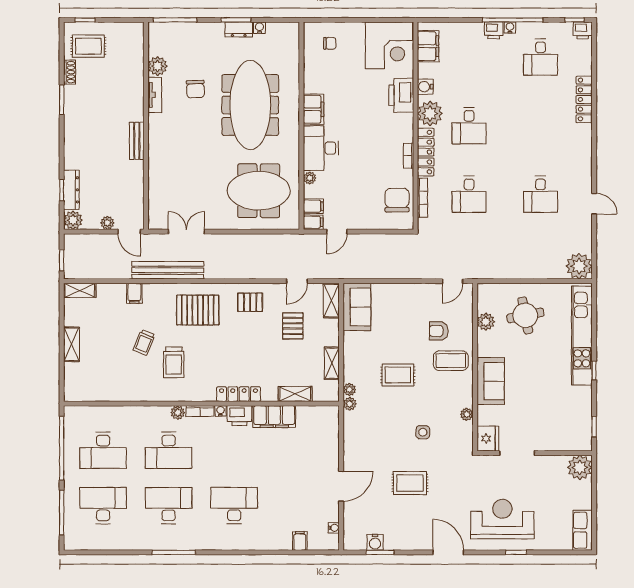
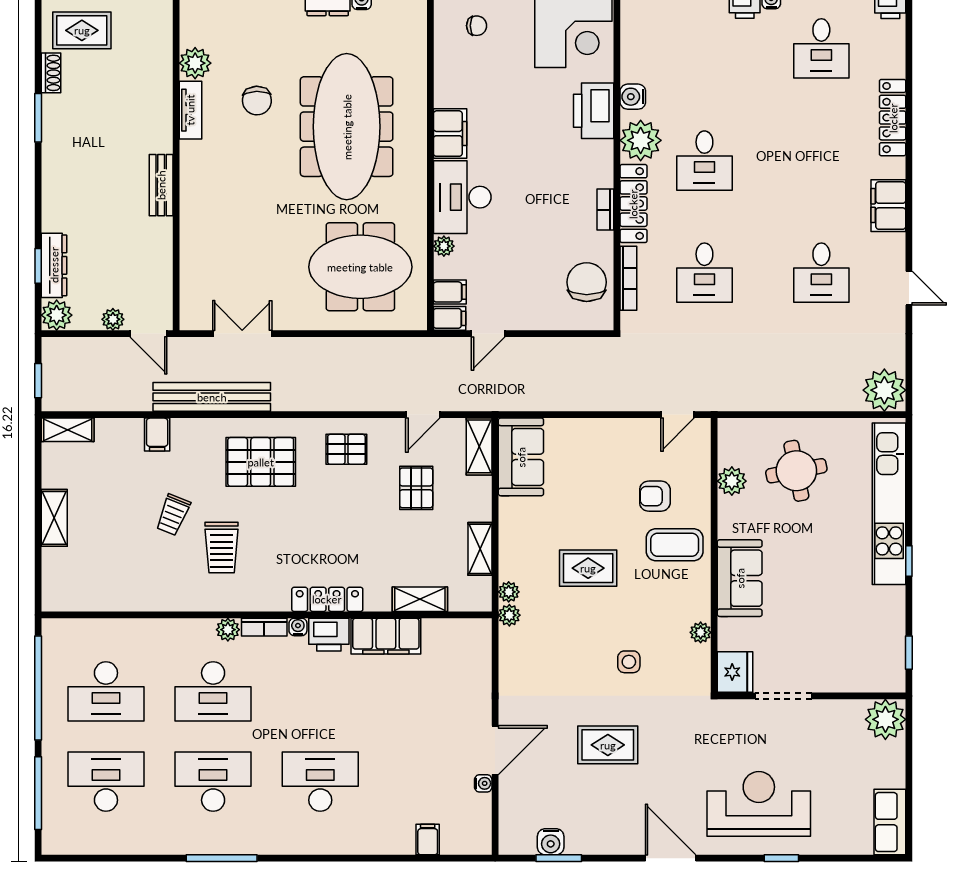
filing cabinet: (428, 46) -> (888, 206), moved, turned 180
water cooler: (334, 528) -> (483, 783), moved

